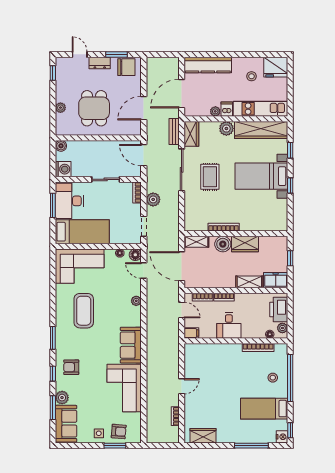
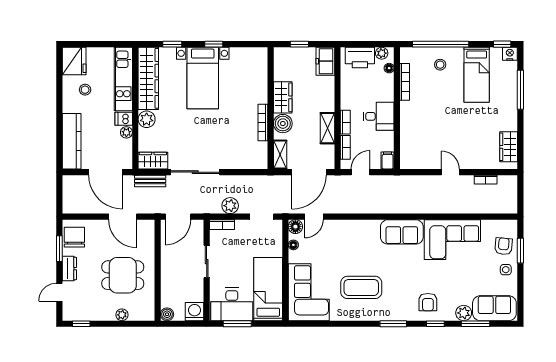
rug: (210, 177) -> (203, 139), removed
shelving: (249, 282) -> (327, 128), moved
plant: (136, 301) -> (350, 226), removed

